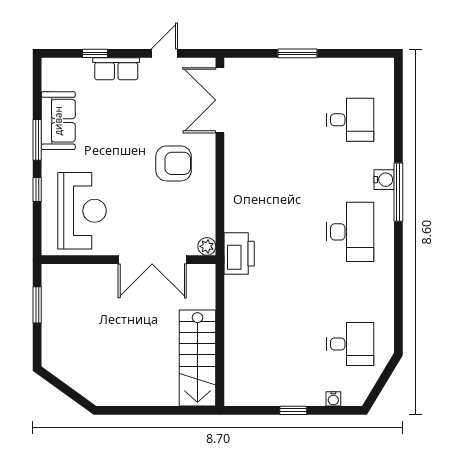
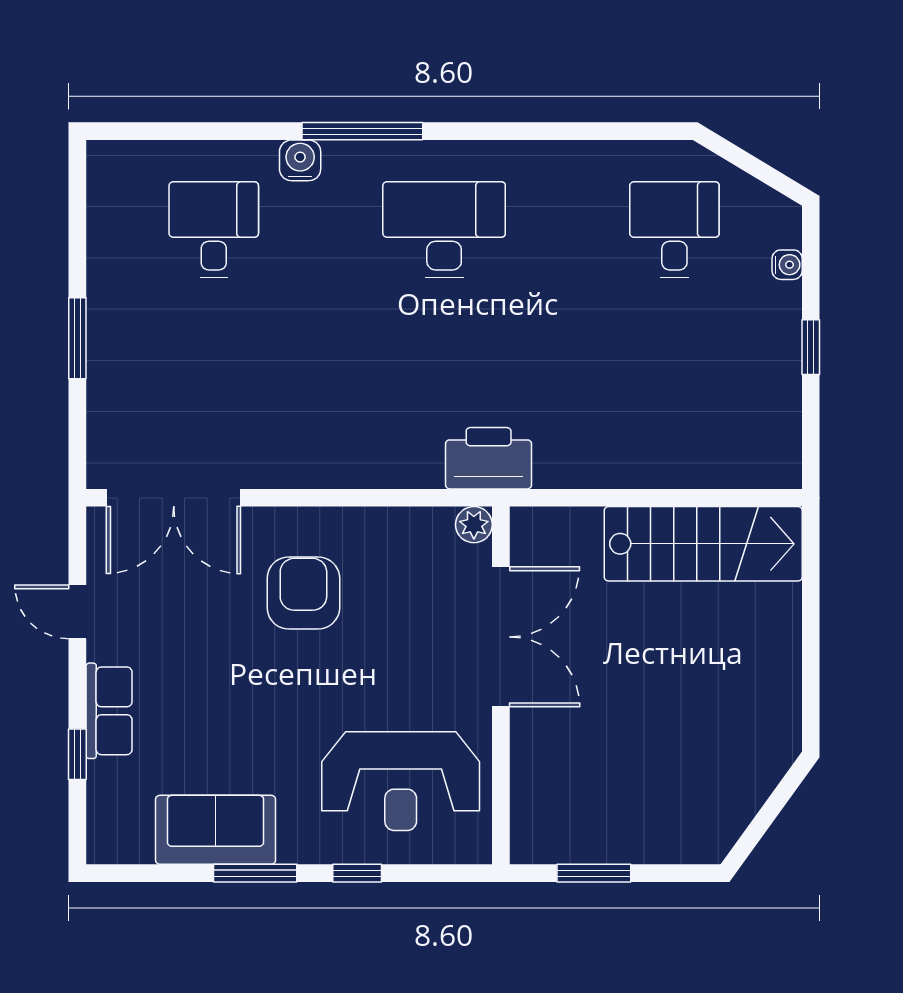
water cooler: (384, 180) -> (300, 160), moved
reception desk: (82, 211) -> (401, 781), turned 180

